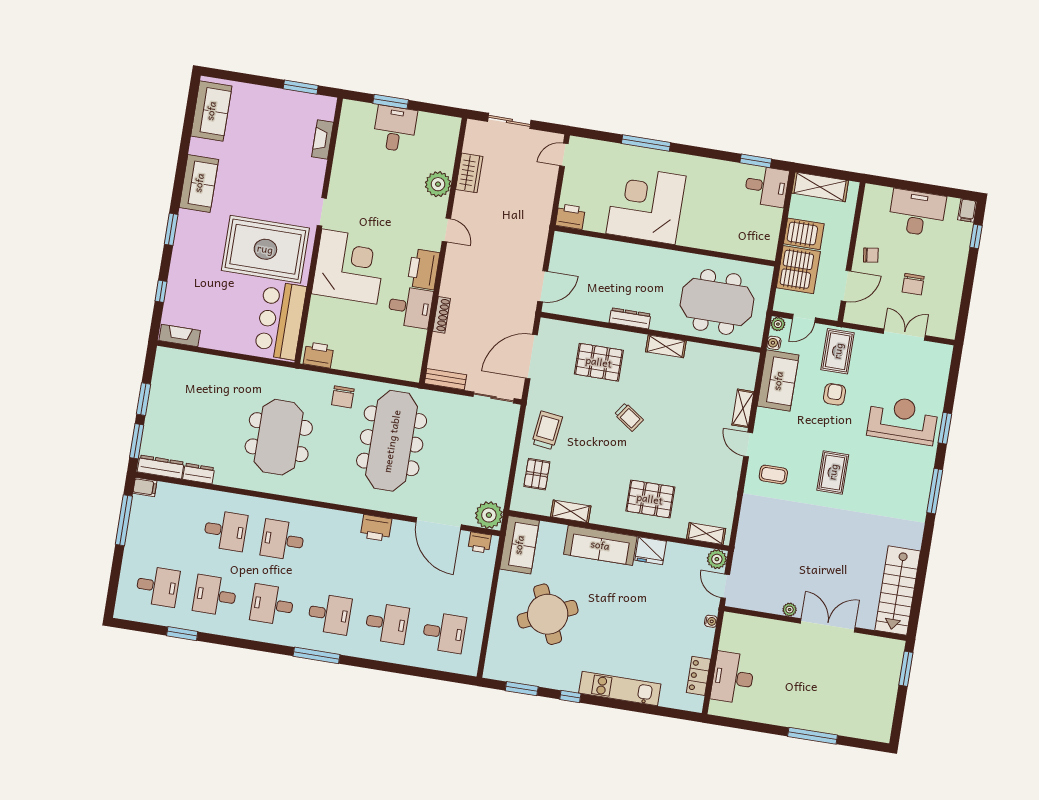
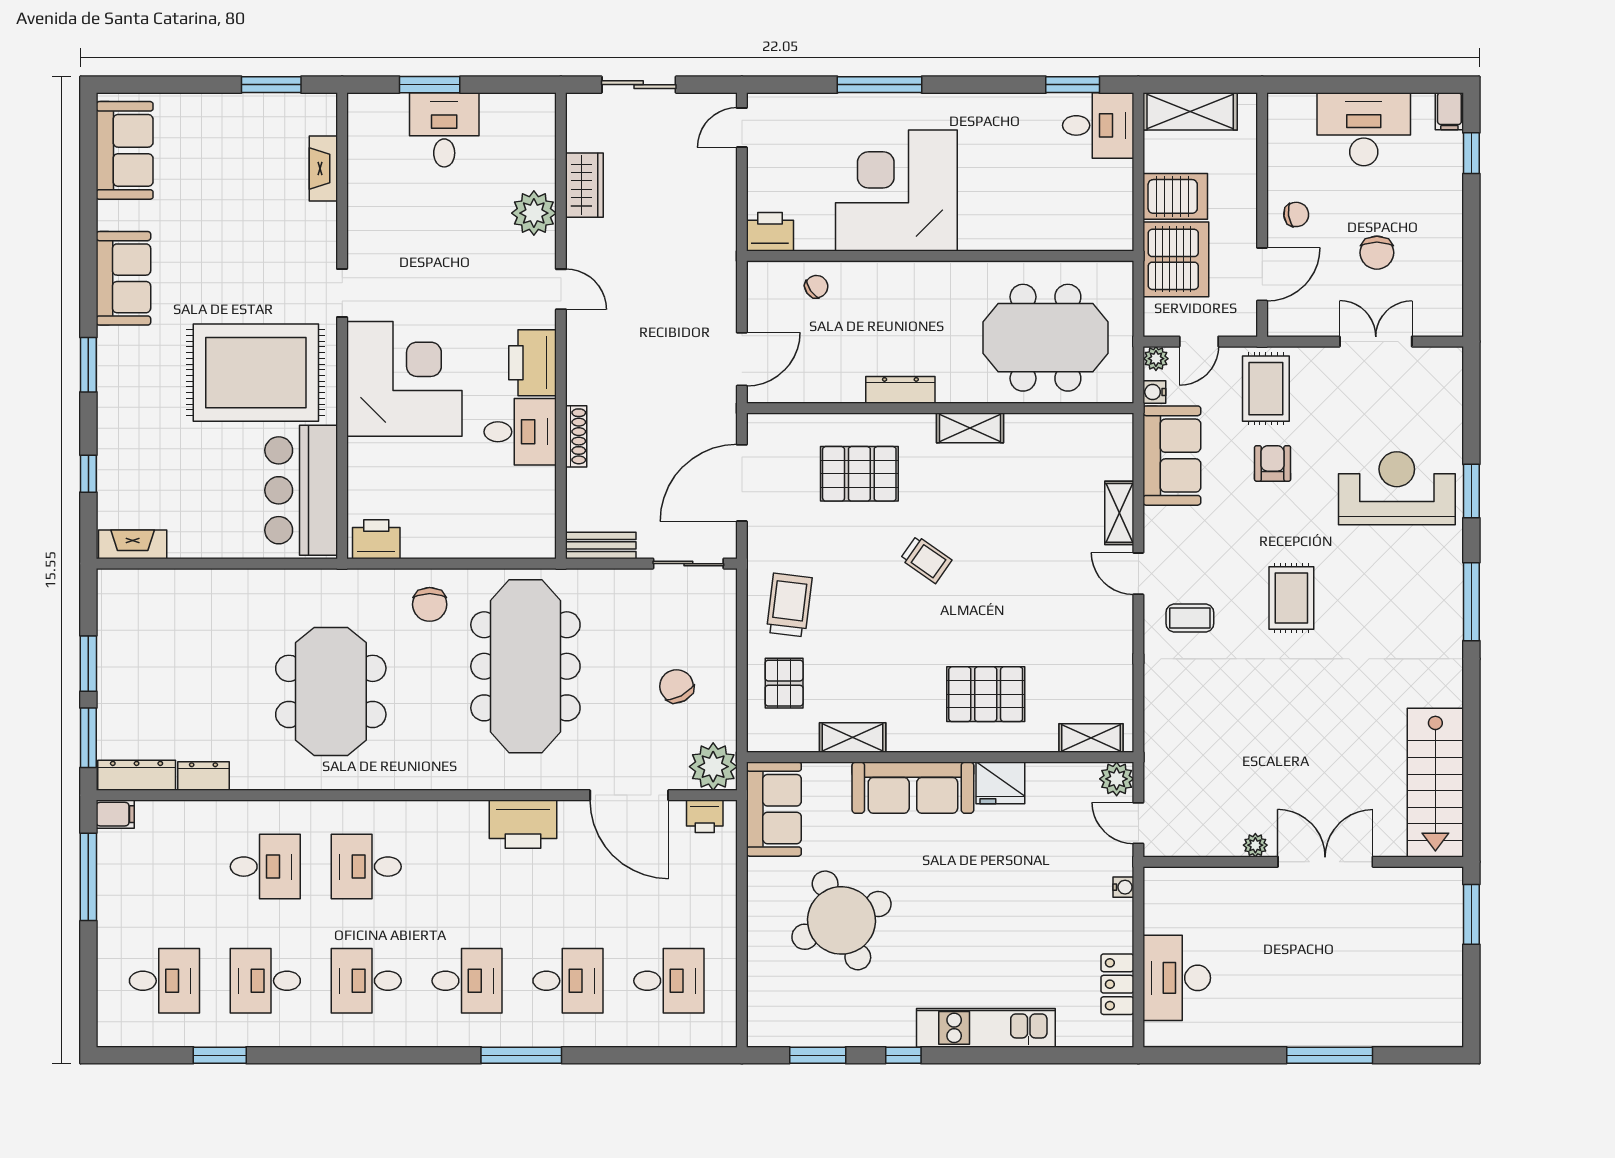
chair: (592, 252) -> (816, 287), added
chair: (476, 466) -> (677, 686), added
printer: (376, 528) -> (523, 824), width x1.37, depth x1.19
window: (316, 655) -> (521, 1055), moved

